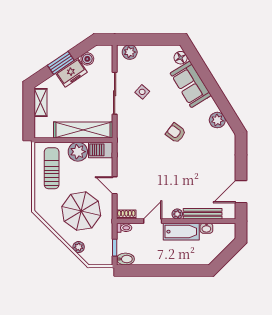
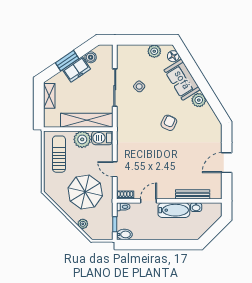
plant: (130, 52) -> (154, 51), moved
plant: (217, 120) -> (199, 100), moved
armchair: (176, 133) -> (169, 123), turned 78
door: (241, 192) -> (227, 163), moved
plant: (177, 214) -> (170, 195), removed

